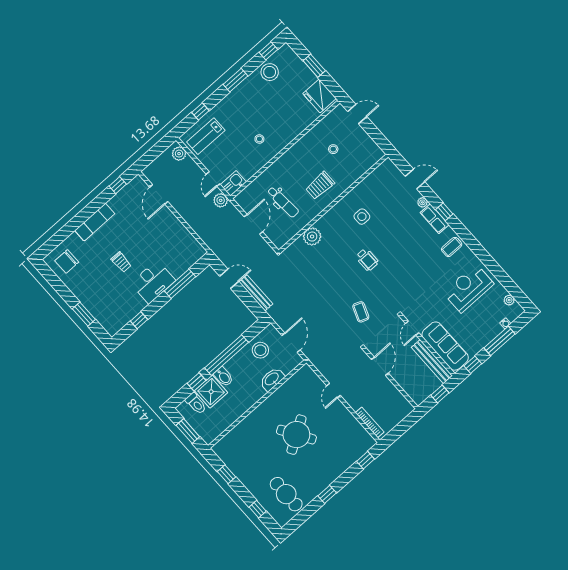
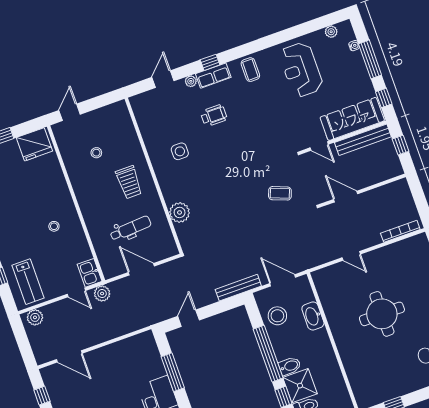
wheelchair: (367, 260) -> (214, 116), moved
bench: (256, 293) -> (238, 288), moved
round table: (296, 435) -> (382, 314), turned 32

